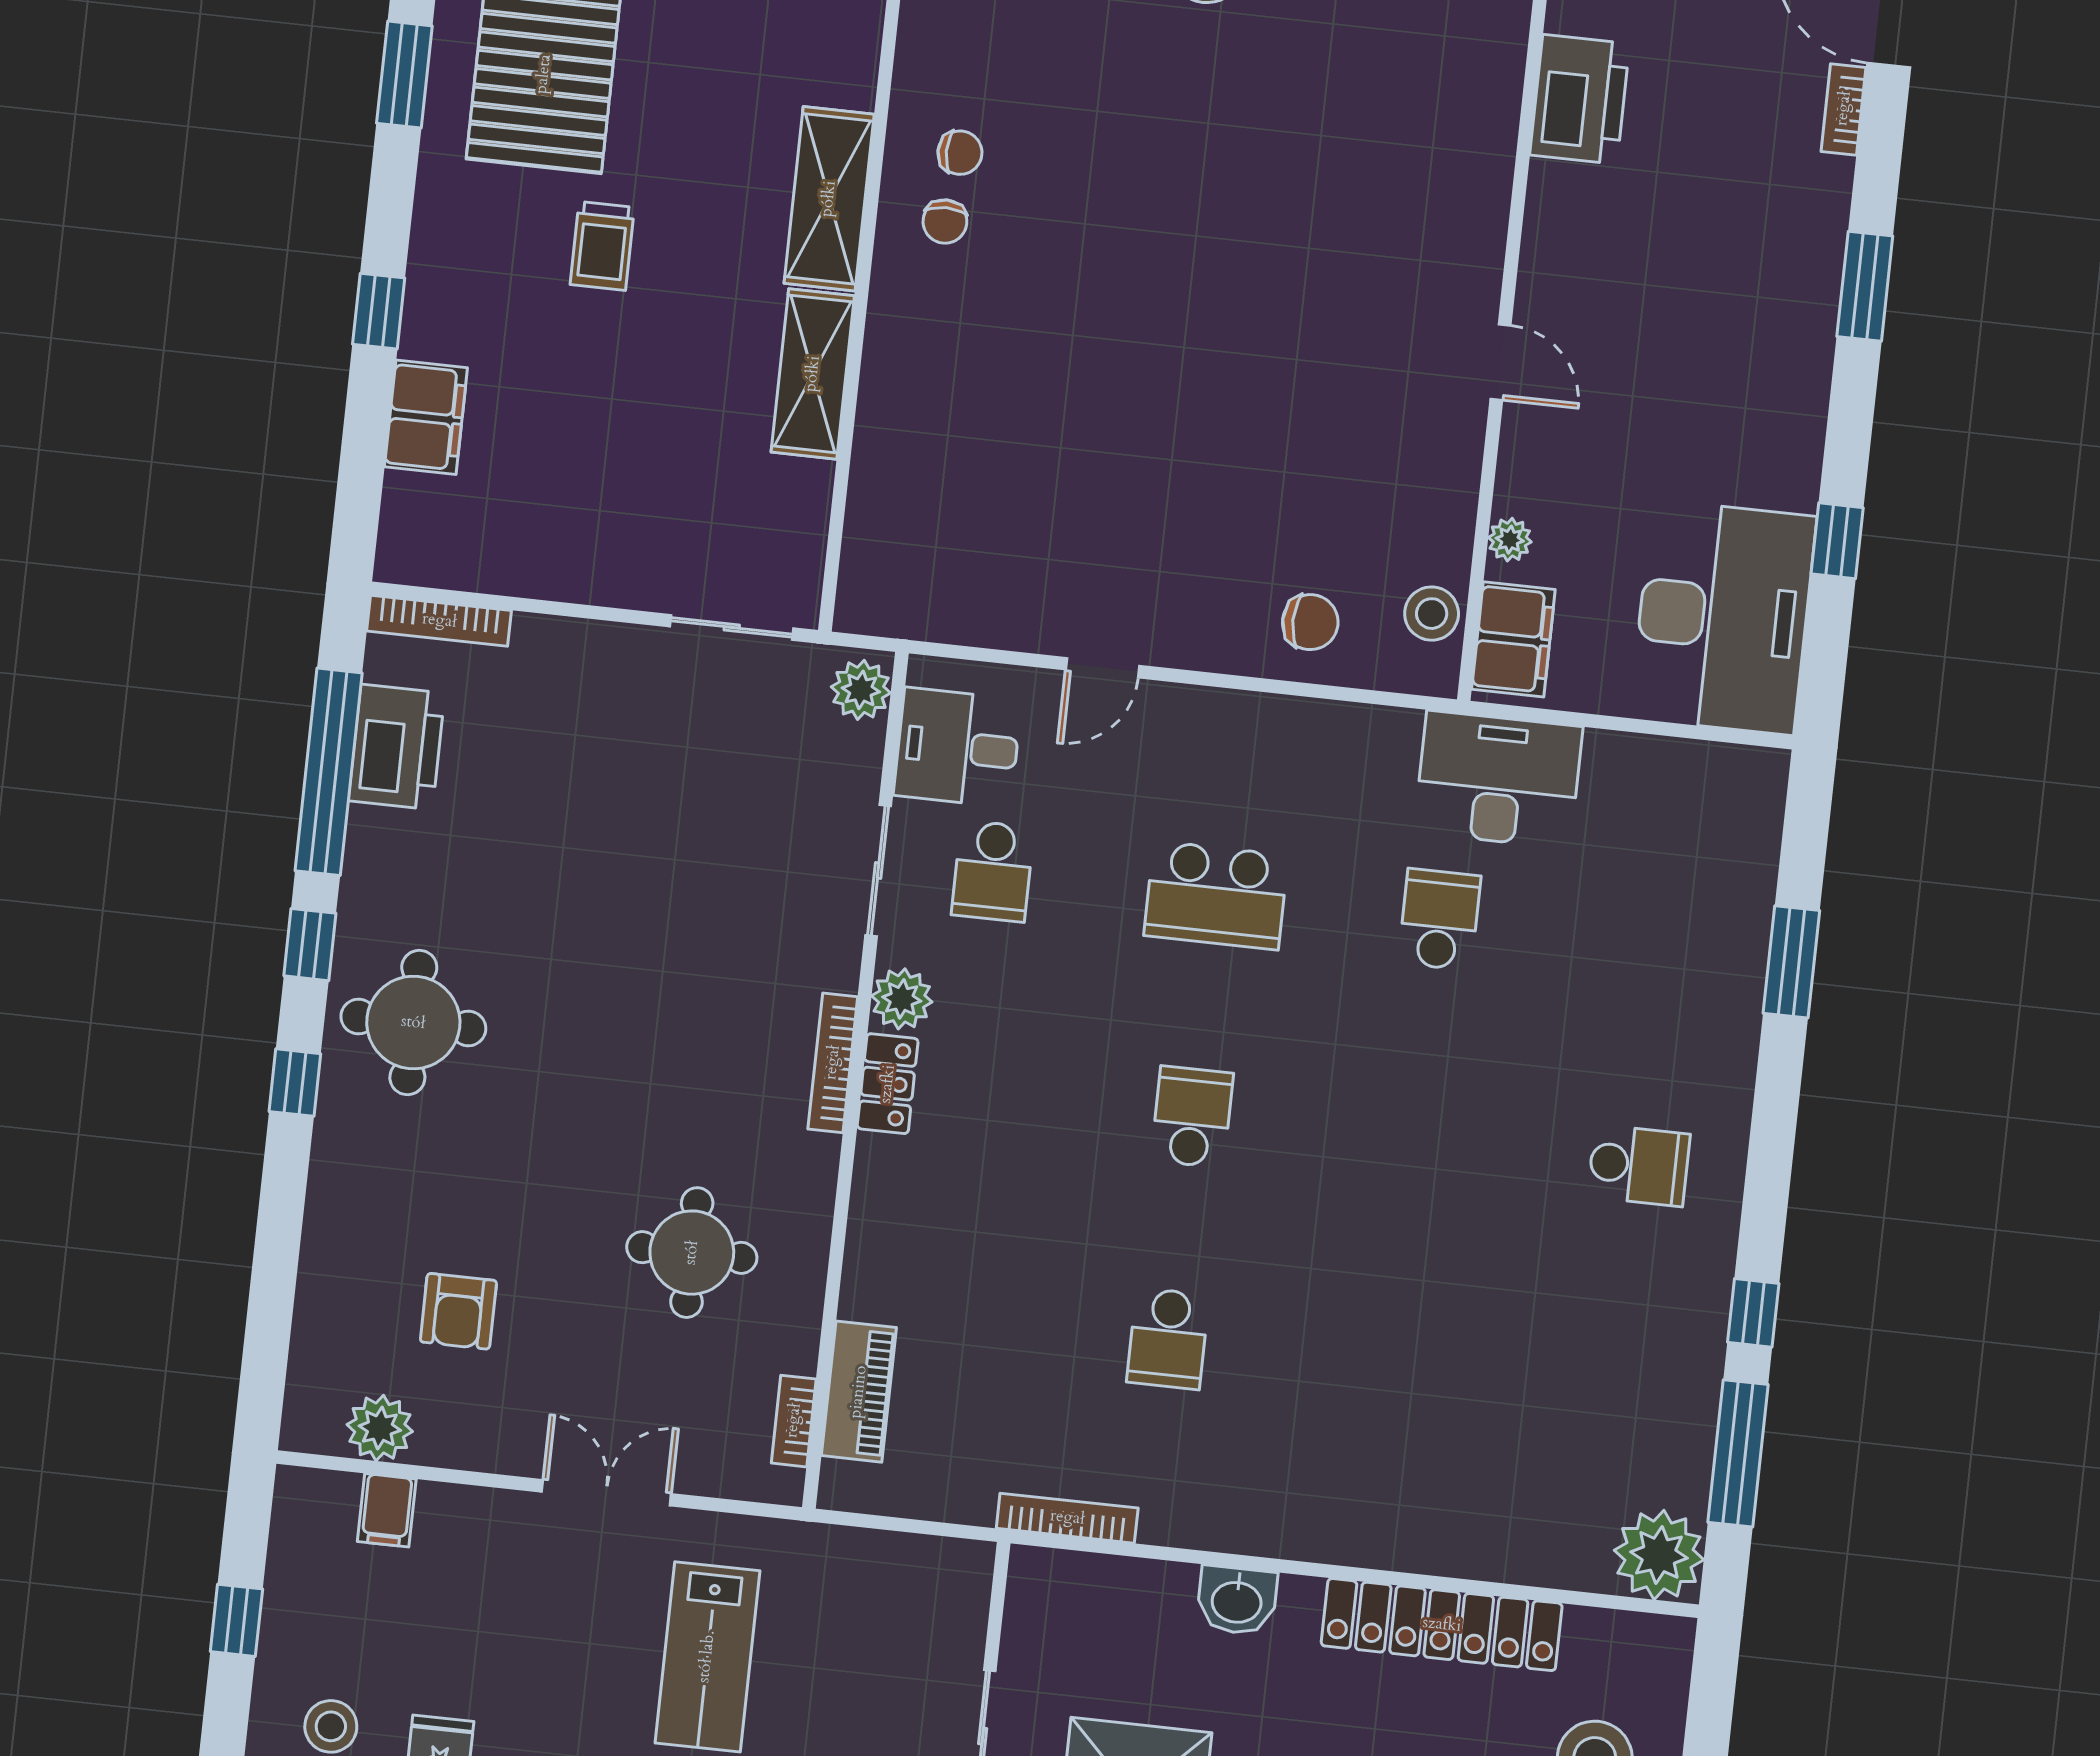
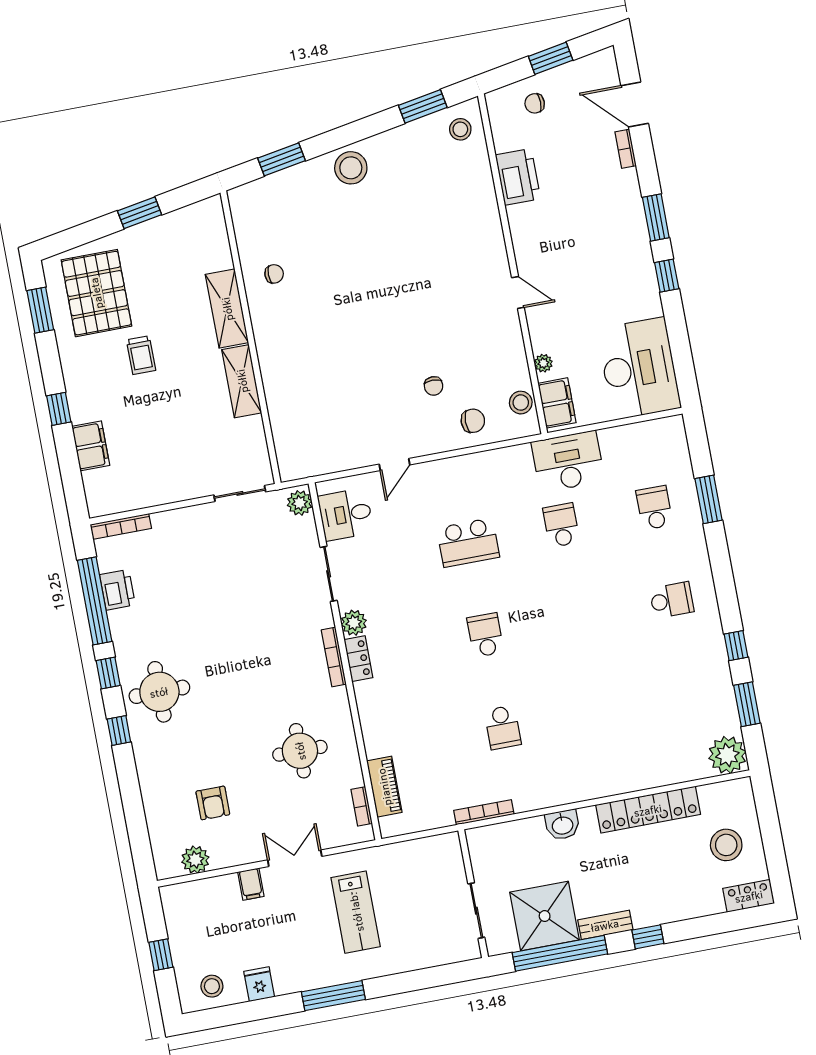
chair: (945, 222) -> (434, 386), moved
window: (1837, 541) -> (667, 276), moved
printer: (397, 747) -> (117, 590), width x0.73, depth x0.84
school desk: (993, 871) -> (654, 508), moved, turned 180
window: (1738, 1453) -> (747, 704), width x0.69
filing cabinet: (387, 1510) -> (251, 884), moved

